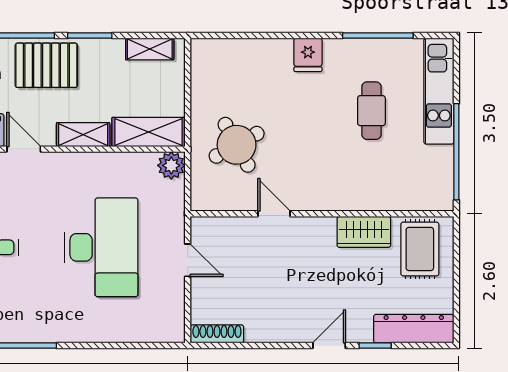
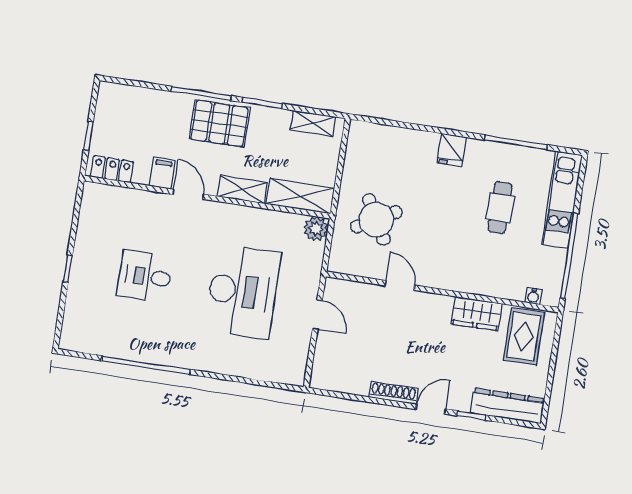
water cooler: (424, 203) -> (533, 296), added
shoe rack: (217, 334) -> (393, 393), moved

